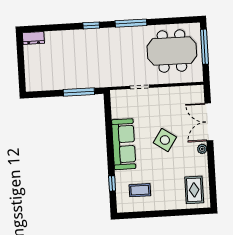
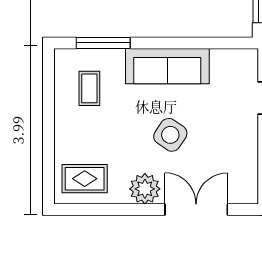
plant: (202, 149) -> (145, 189), width x1.88, depth x1.88
window: (112, 183) -> (103, 43), width x2.17

